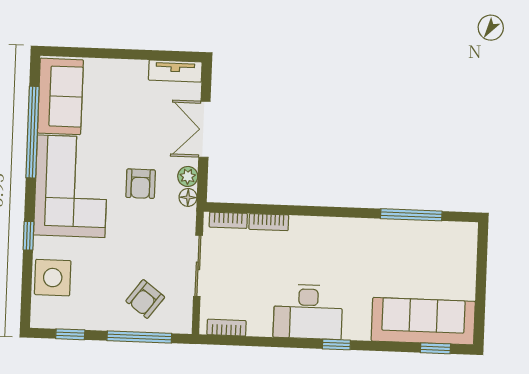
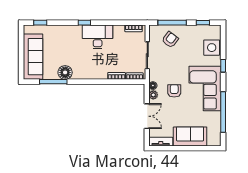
sofa: (60, 96) -> (190, 136), moved, turned 90
floor lamp: (384, 234) -> (65, 72), added
sofa: (423, 321) -> (33, 57), moved, turned -90

